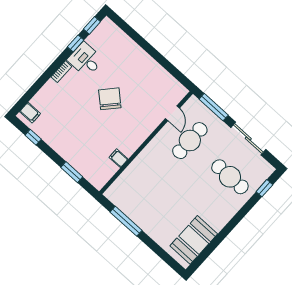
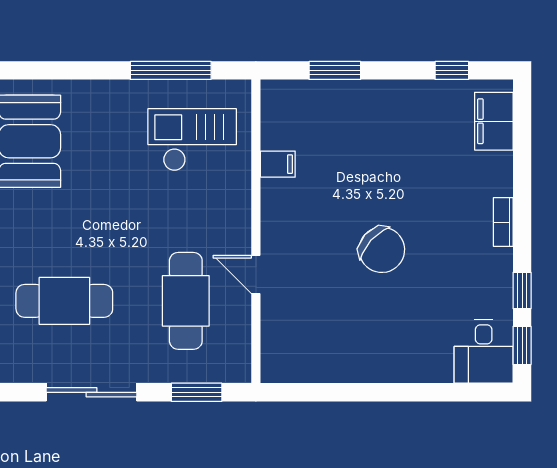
desk: (85, 60) -> (484, 352), moved, turned 90
window: (214, 107) -> (197, 392), width x0.69
filing cabinet: (30, 113) -> (494, 121), width x2.00
door: (172, 113) -> (256, 275), moved
checkout: (140, 192) -> (192, 140), added

